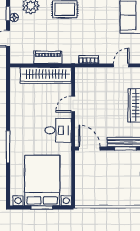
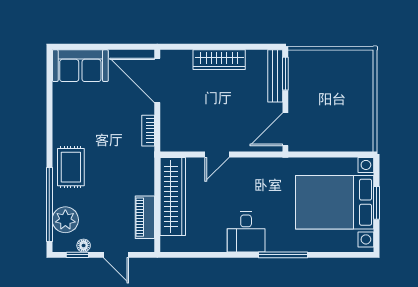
piano: (48, 57) -> (145, 217), moved
door: (121, 65) -> (157, 80), width x1.88
door: (73, 104) -> (217, 155), hinge flipped
desk: (58, 130) -> (246, 232), moved, turned 180

